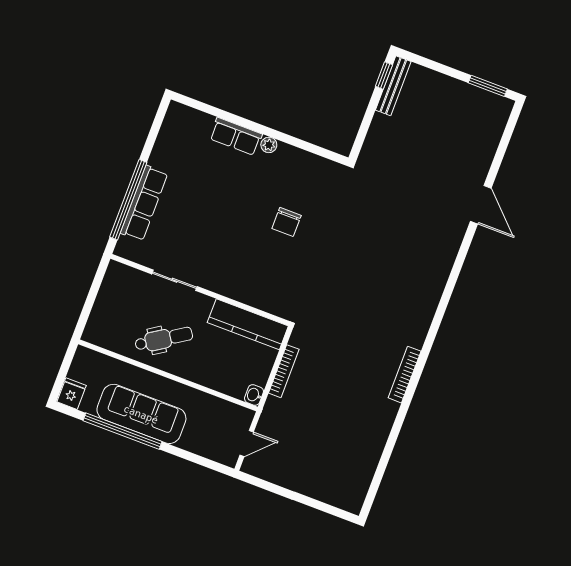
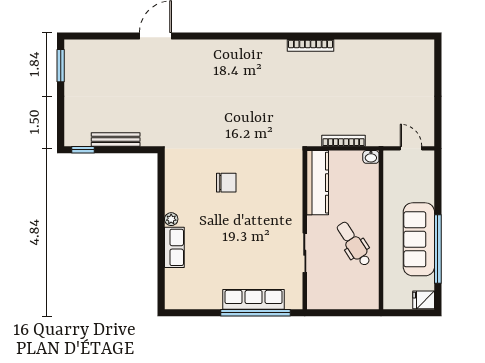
bench: (393, 86) -> (116, 139), moved

